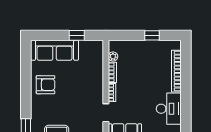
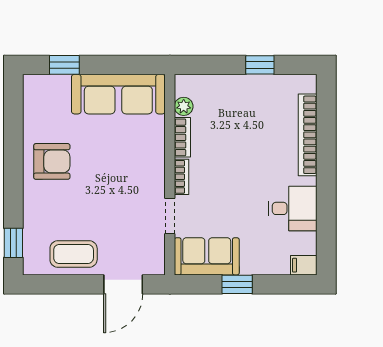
window: (77, 35) -> (64, 65), moved
sofa: (55, 50) -> (118, 94), moved
desk: (169, 109) -> (293, 208), width x0.73

